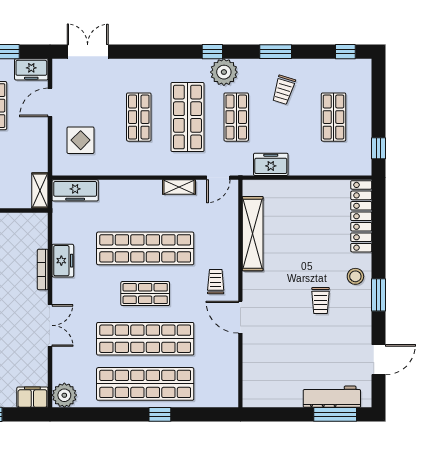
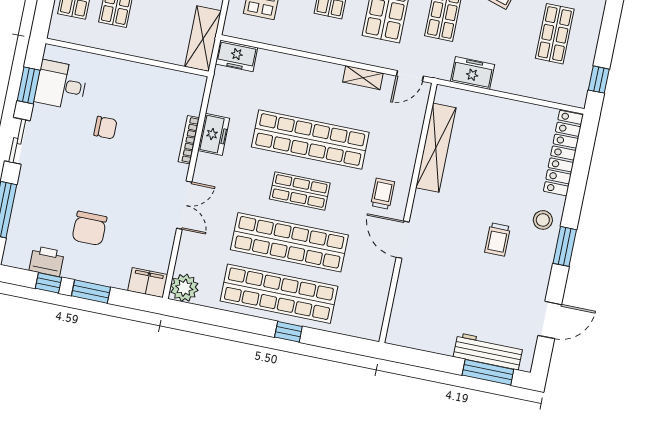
freezer: (75, 190) -> (237, 56), width x0.71
shelving: (40, 191) -> (203, 39), width x1.50, depth x1.33

